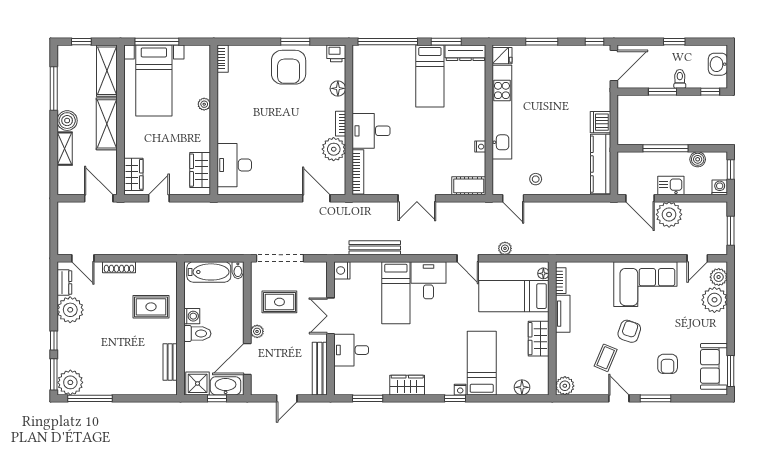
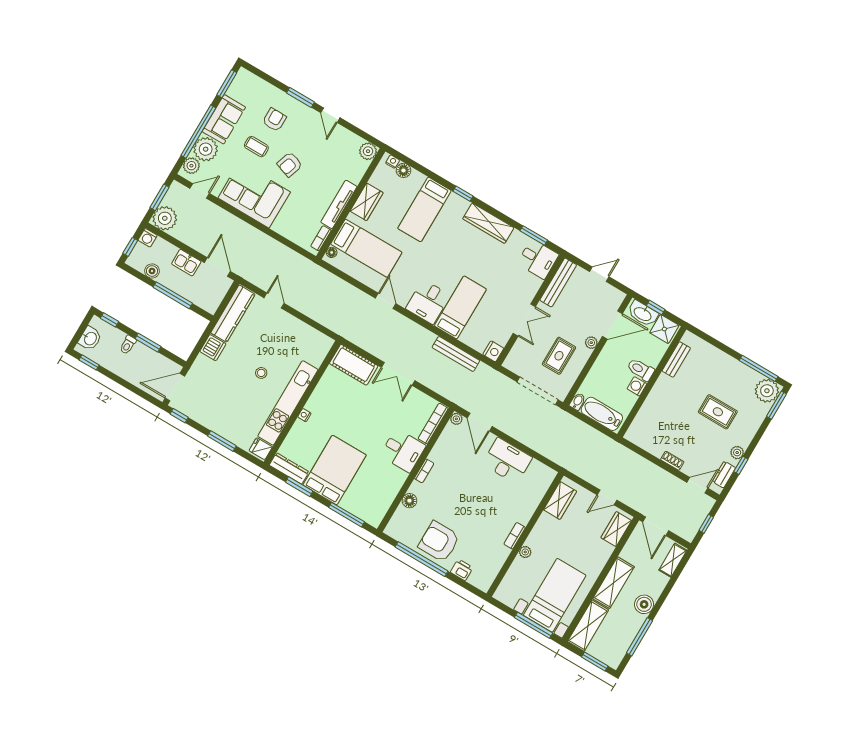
window: (81, 42) -> (595, 661), width x1.50
window: (295, 42) -> (422, 559), width x2.11
window: (388, 42) -> (347, 515), width x0.68
window: (674, 42) -> (89, 362), moved
printer: (336, 53) -> (462, 570), moved
bookcase: (223, 59) -> (515, 536), moved
armchair: (289, 67) -> (439, 542), turned -90
bed: (430, 76) -> (335, 470), width x1.50
nightstand: (480, 147) -> (304, 415), moved
shelving: (65, 149) -> (673, 560), moved
plant: (334, 149) -> (456, 419), moved, width x0.53, depth x0.53
desk: (234, 165) -> (507, 461), moved, turned -90
stool: (536, 179) -> (261, 373), moved
cot: (469, 186) -> (354, 365), width x1.37, depth x1.34
double door: (417, 198) -> (398, 374), swing flipped
door: (513, 198) -> (274, 301), moved
plant: (669, 214) -> (165, 218), moved
window: (54, 228) -> (706, 524), added
plant: (505, 248) -> (351, 291), removed
door: (83, 258) -> (697, 485), hinge flipped
shoe rack: (119, 267) -> (672, 461), width x0.70
rug: (279, 302) -> (559, 356), turned 90
rug: (151, 307) -> (718, 412), moved
plant: (70, 310) -> (737, 453), width x0.53, depth x0.53
window: (731, 312) -> (198, 132), added
tv unit: (563, 314) -> (339, 204), width x1.41
window: (54, 341) -> (741, 465), moved
desk: (351, 350) -> (538, 259), moved
coffee table: (606, 358) -> (256, 147), moved, turned 67
sofa: (714, 366) -> (224, 119), moved
wardrobe: (407, 385) -> (488, 223), width x1.50
nightstand: (460, 390) -> (393, 162), moved

